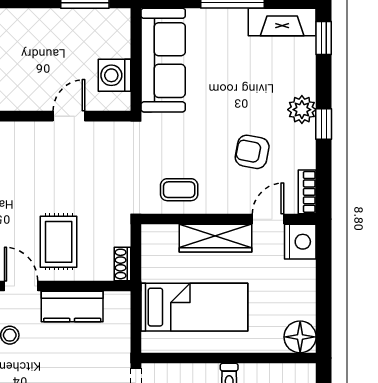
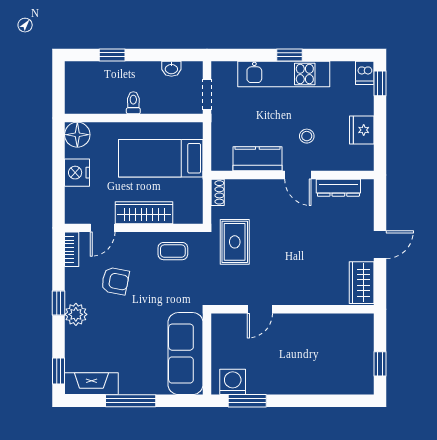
washing machine: (115, 75) -> (233, 382), moved, turned -90
rug: (59, 242) -> (235, 242), moved
nightstand: (300, 242) -> (77, 173), moved

